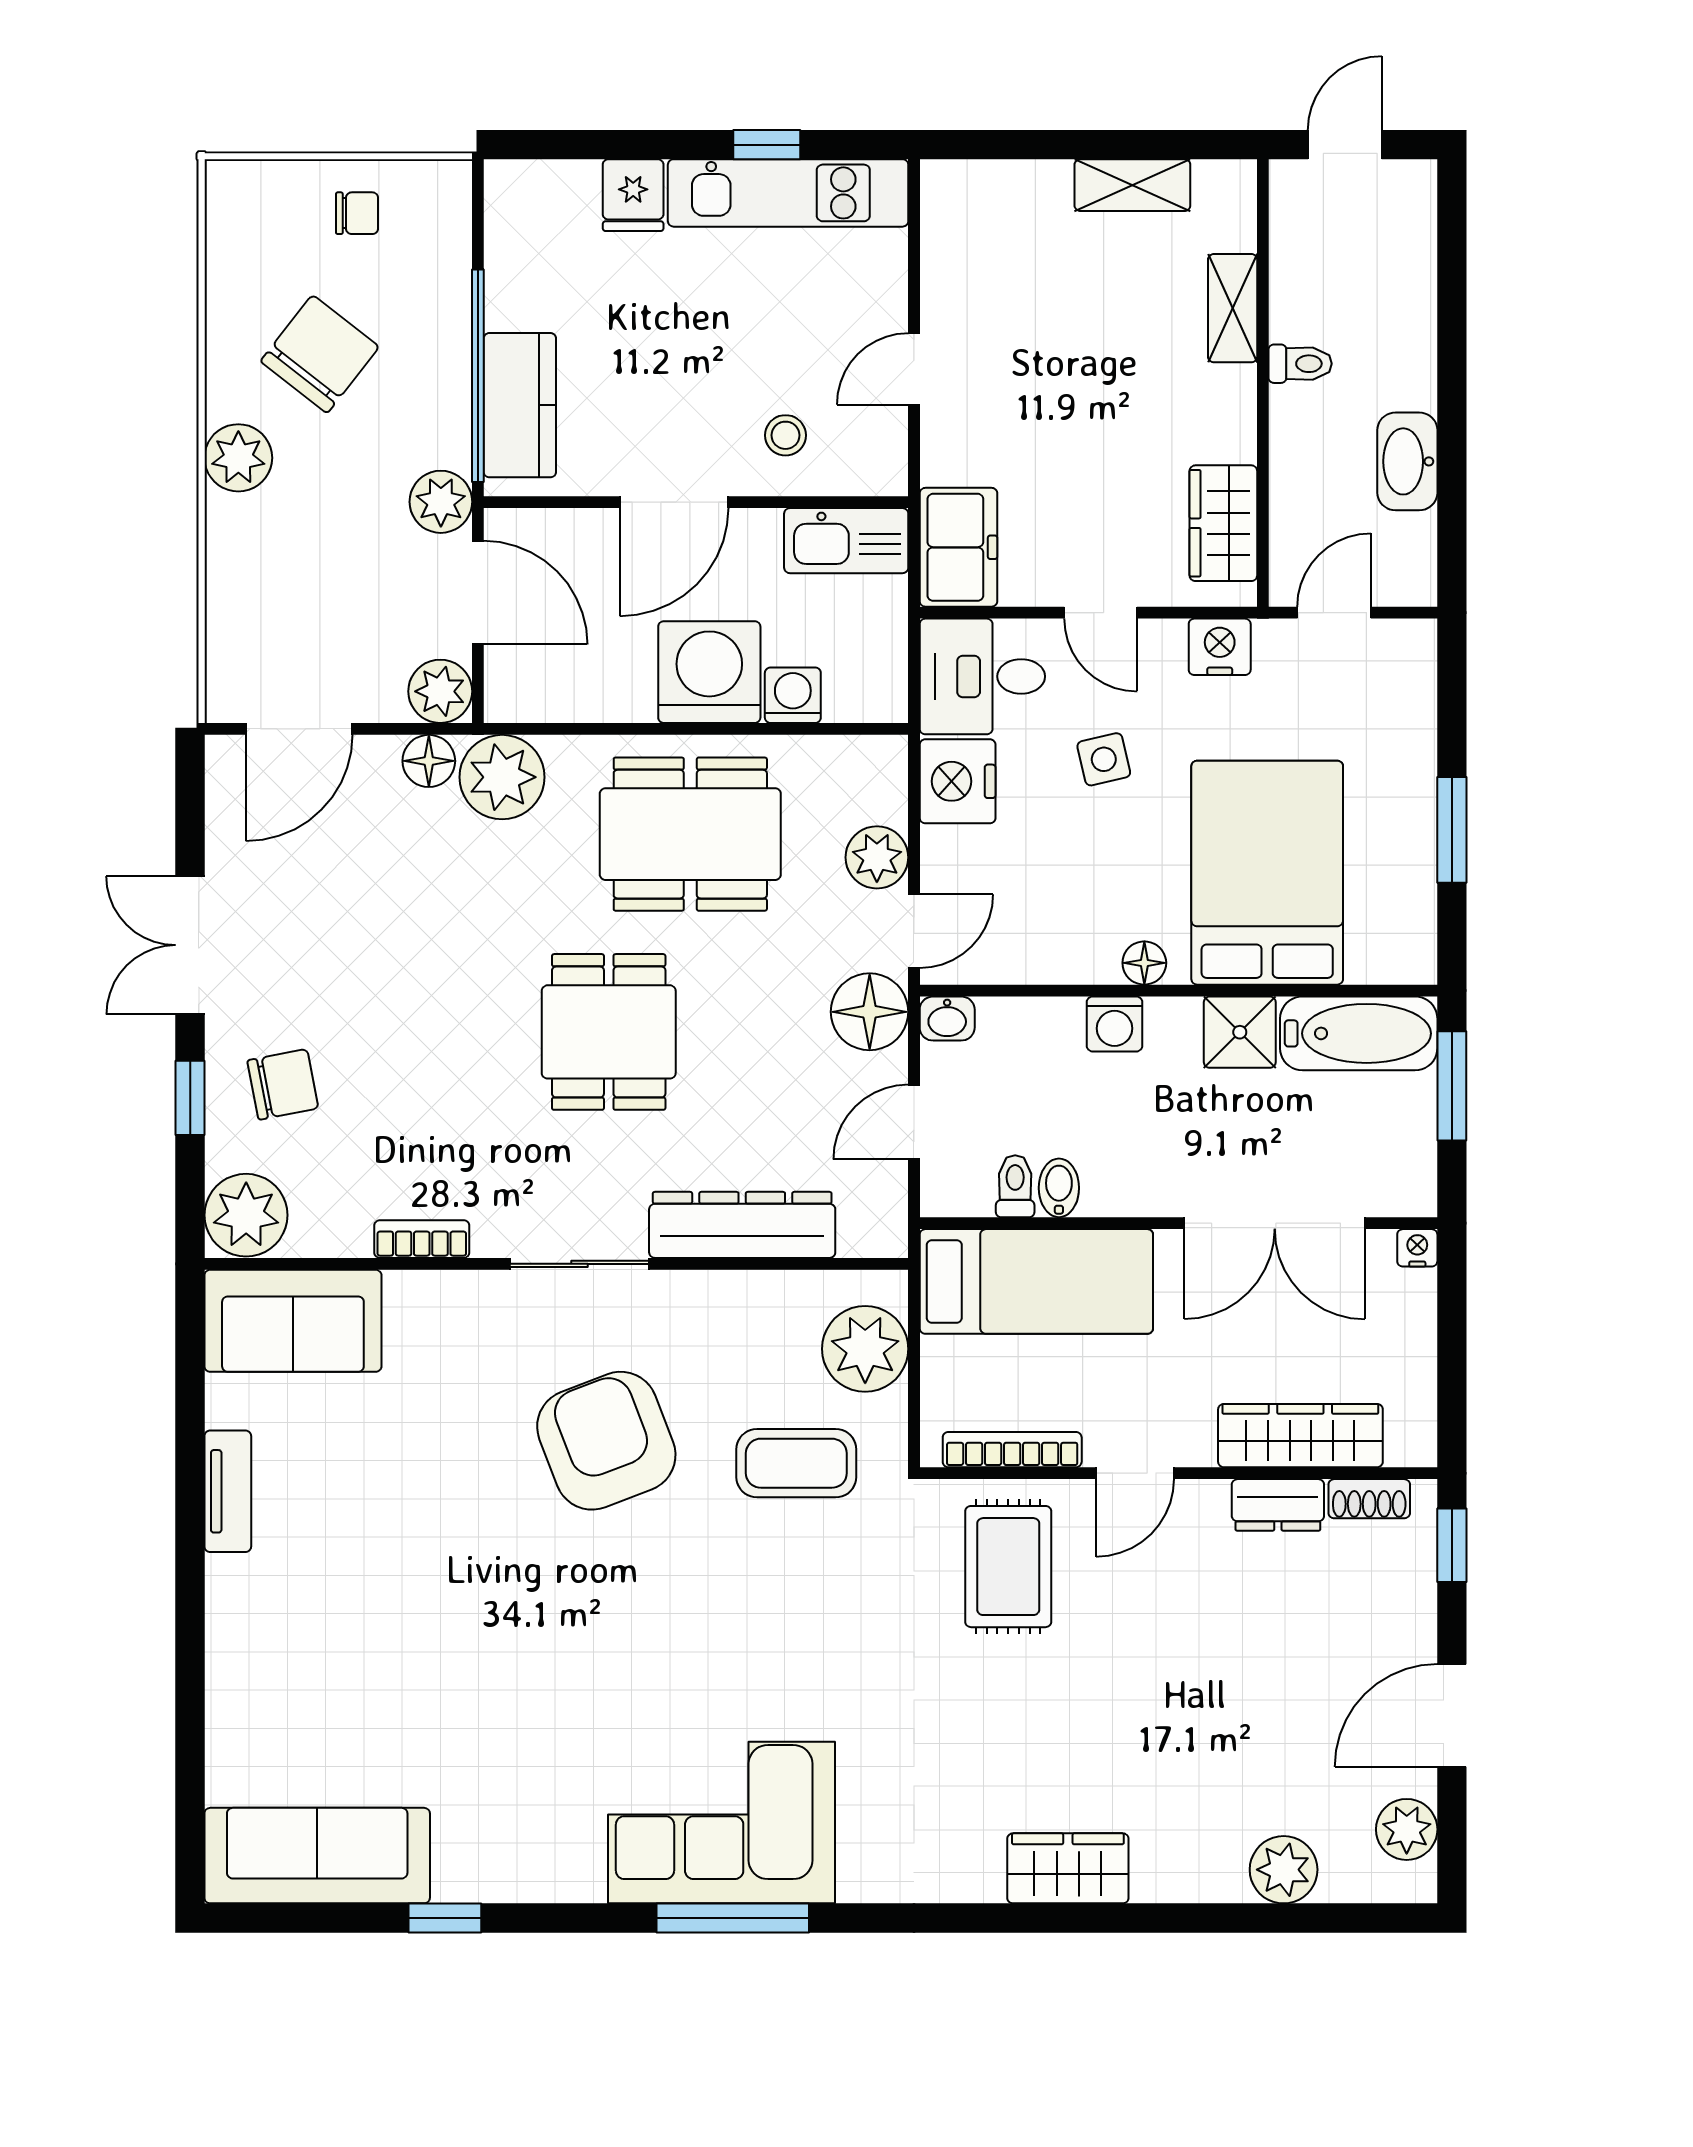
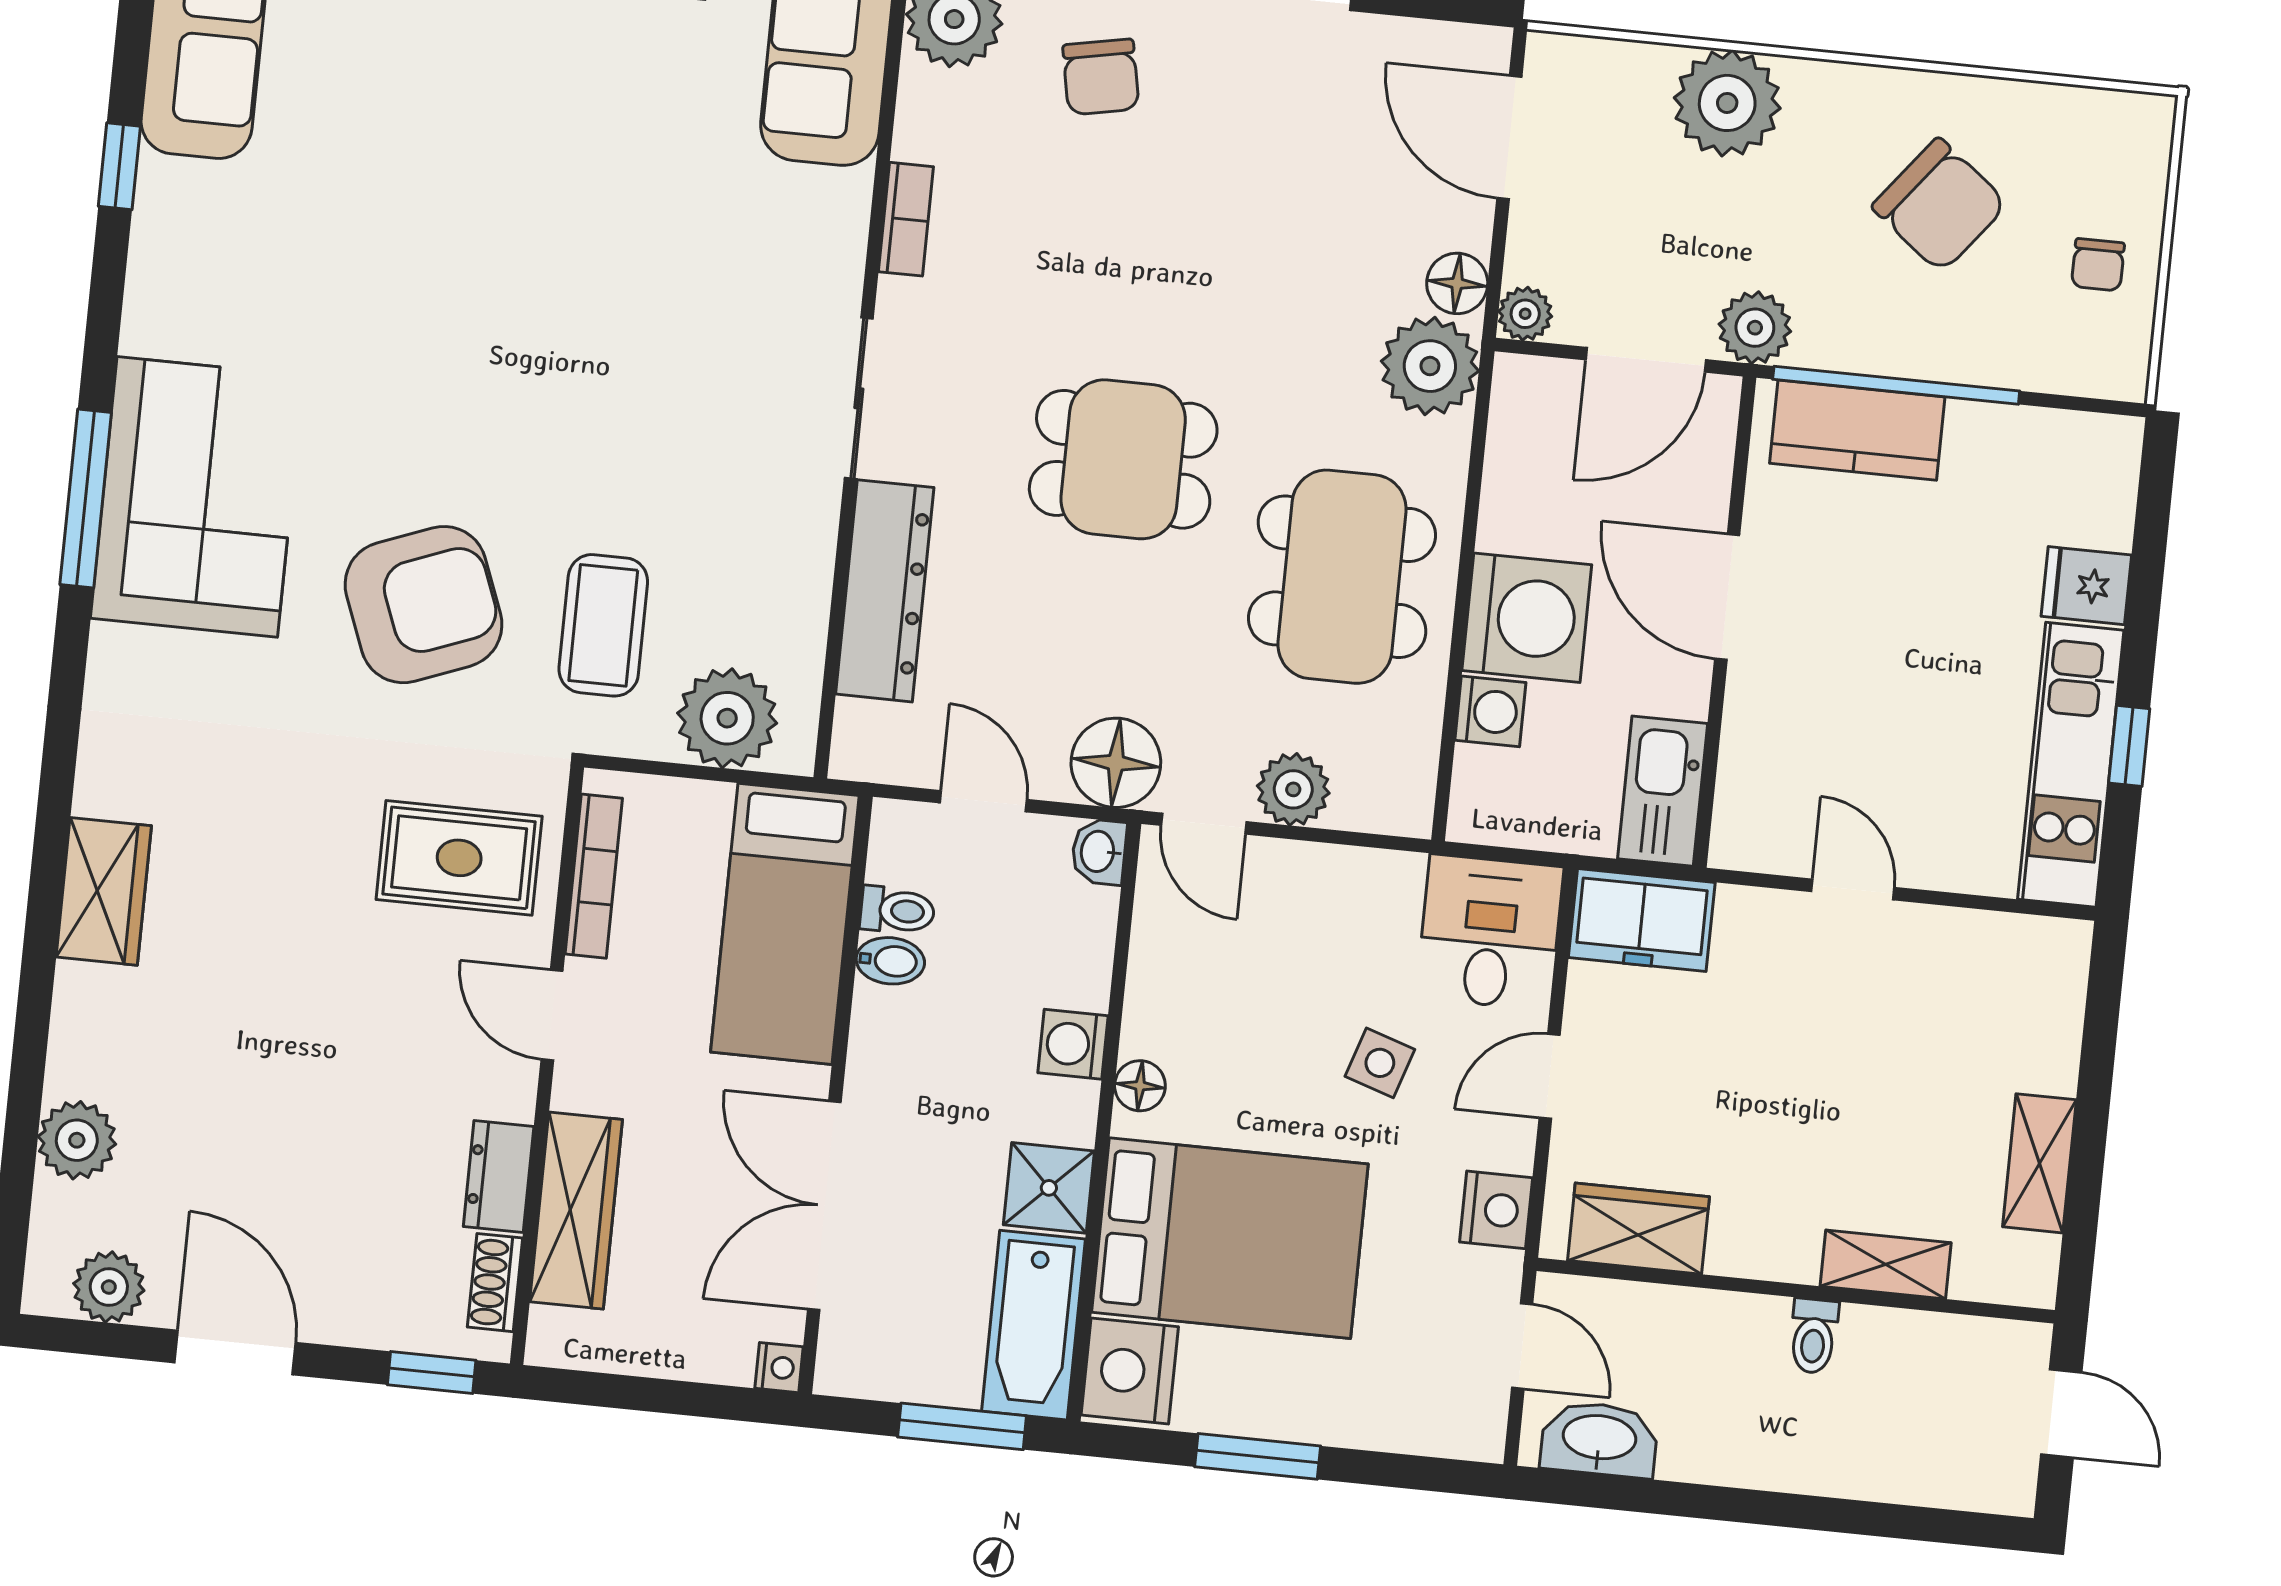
stool: (786, 435) -> (1791, 733), removed
plant: (238, 458) -> (1727, 103), moved, width x1.36, depth x1.36
washbasin: (1407, 461) -> (1599, 1439), moved
plant: (440, 691) -> (1525, 314), width x0.73, depth x0.73
side table: (1104, 759) -> (1380, 1063), turned 31
nightstand: (958, 781) -> (1130, 1371), moved, turned -90
armchair: (606, 1441) -> (423, 605), moved

